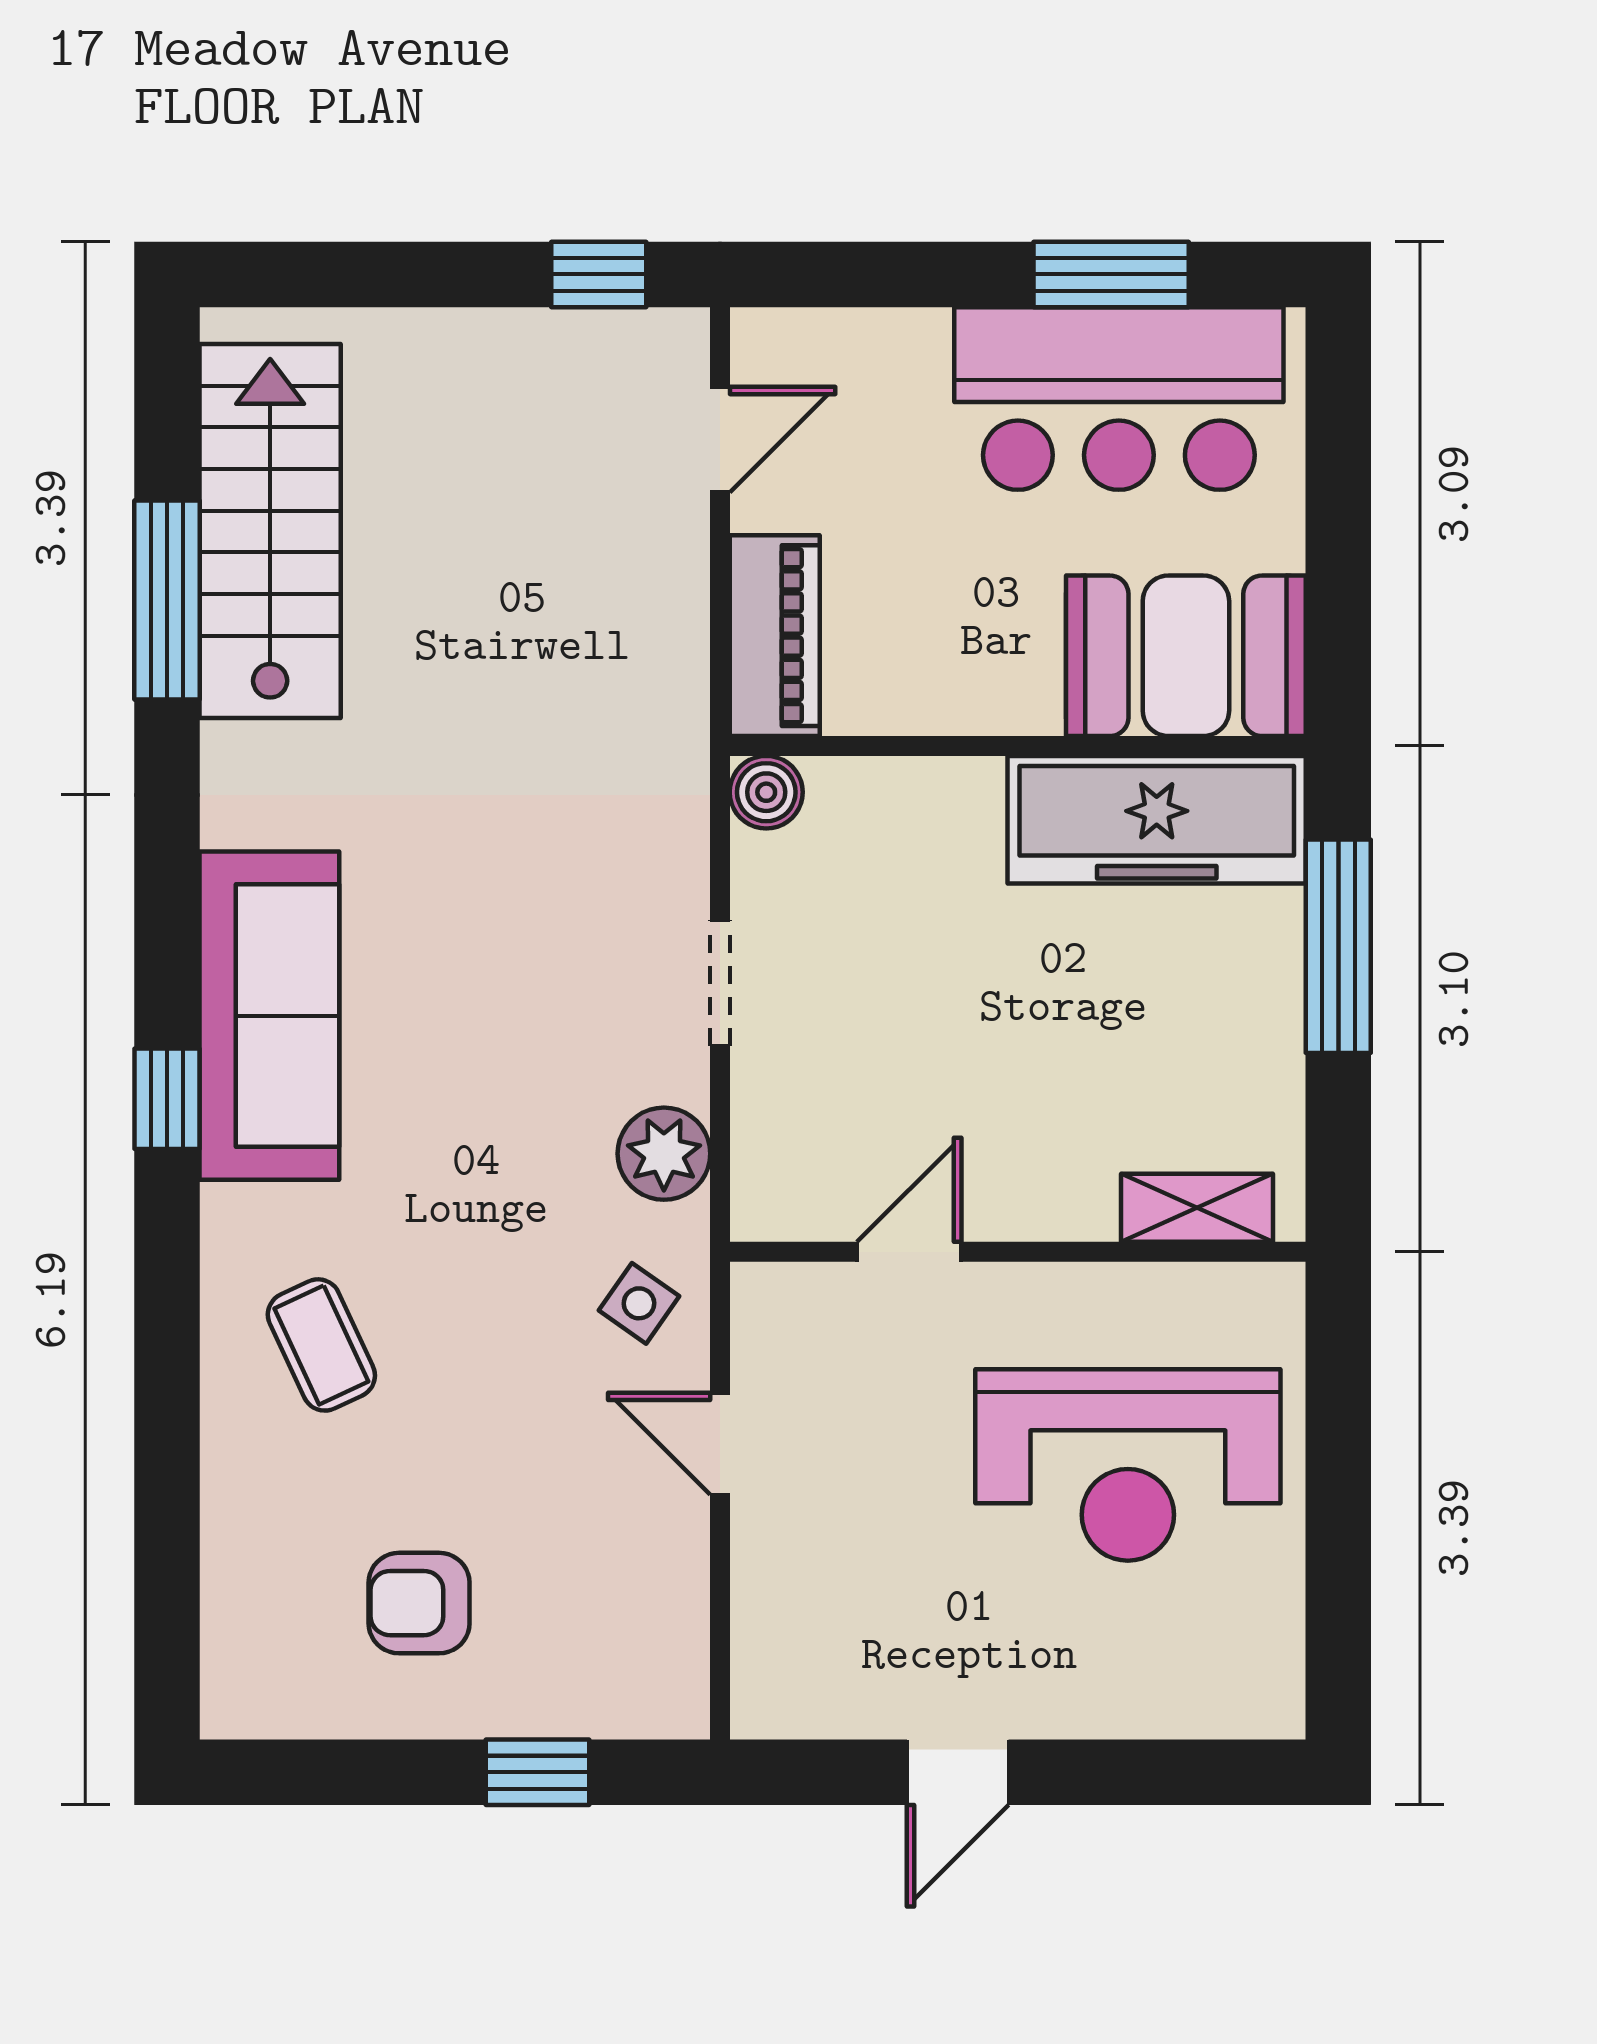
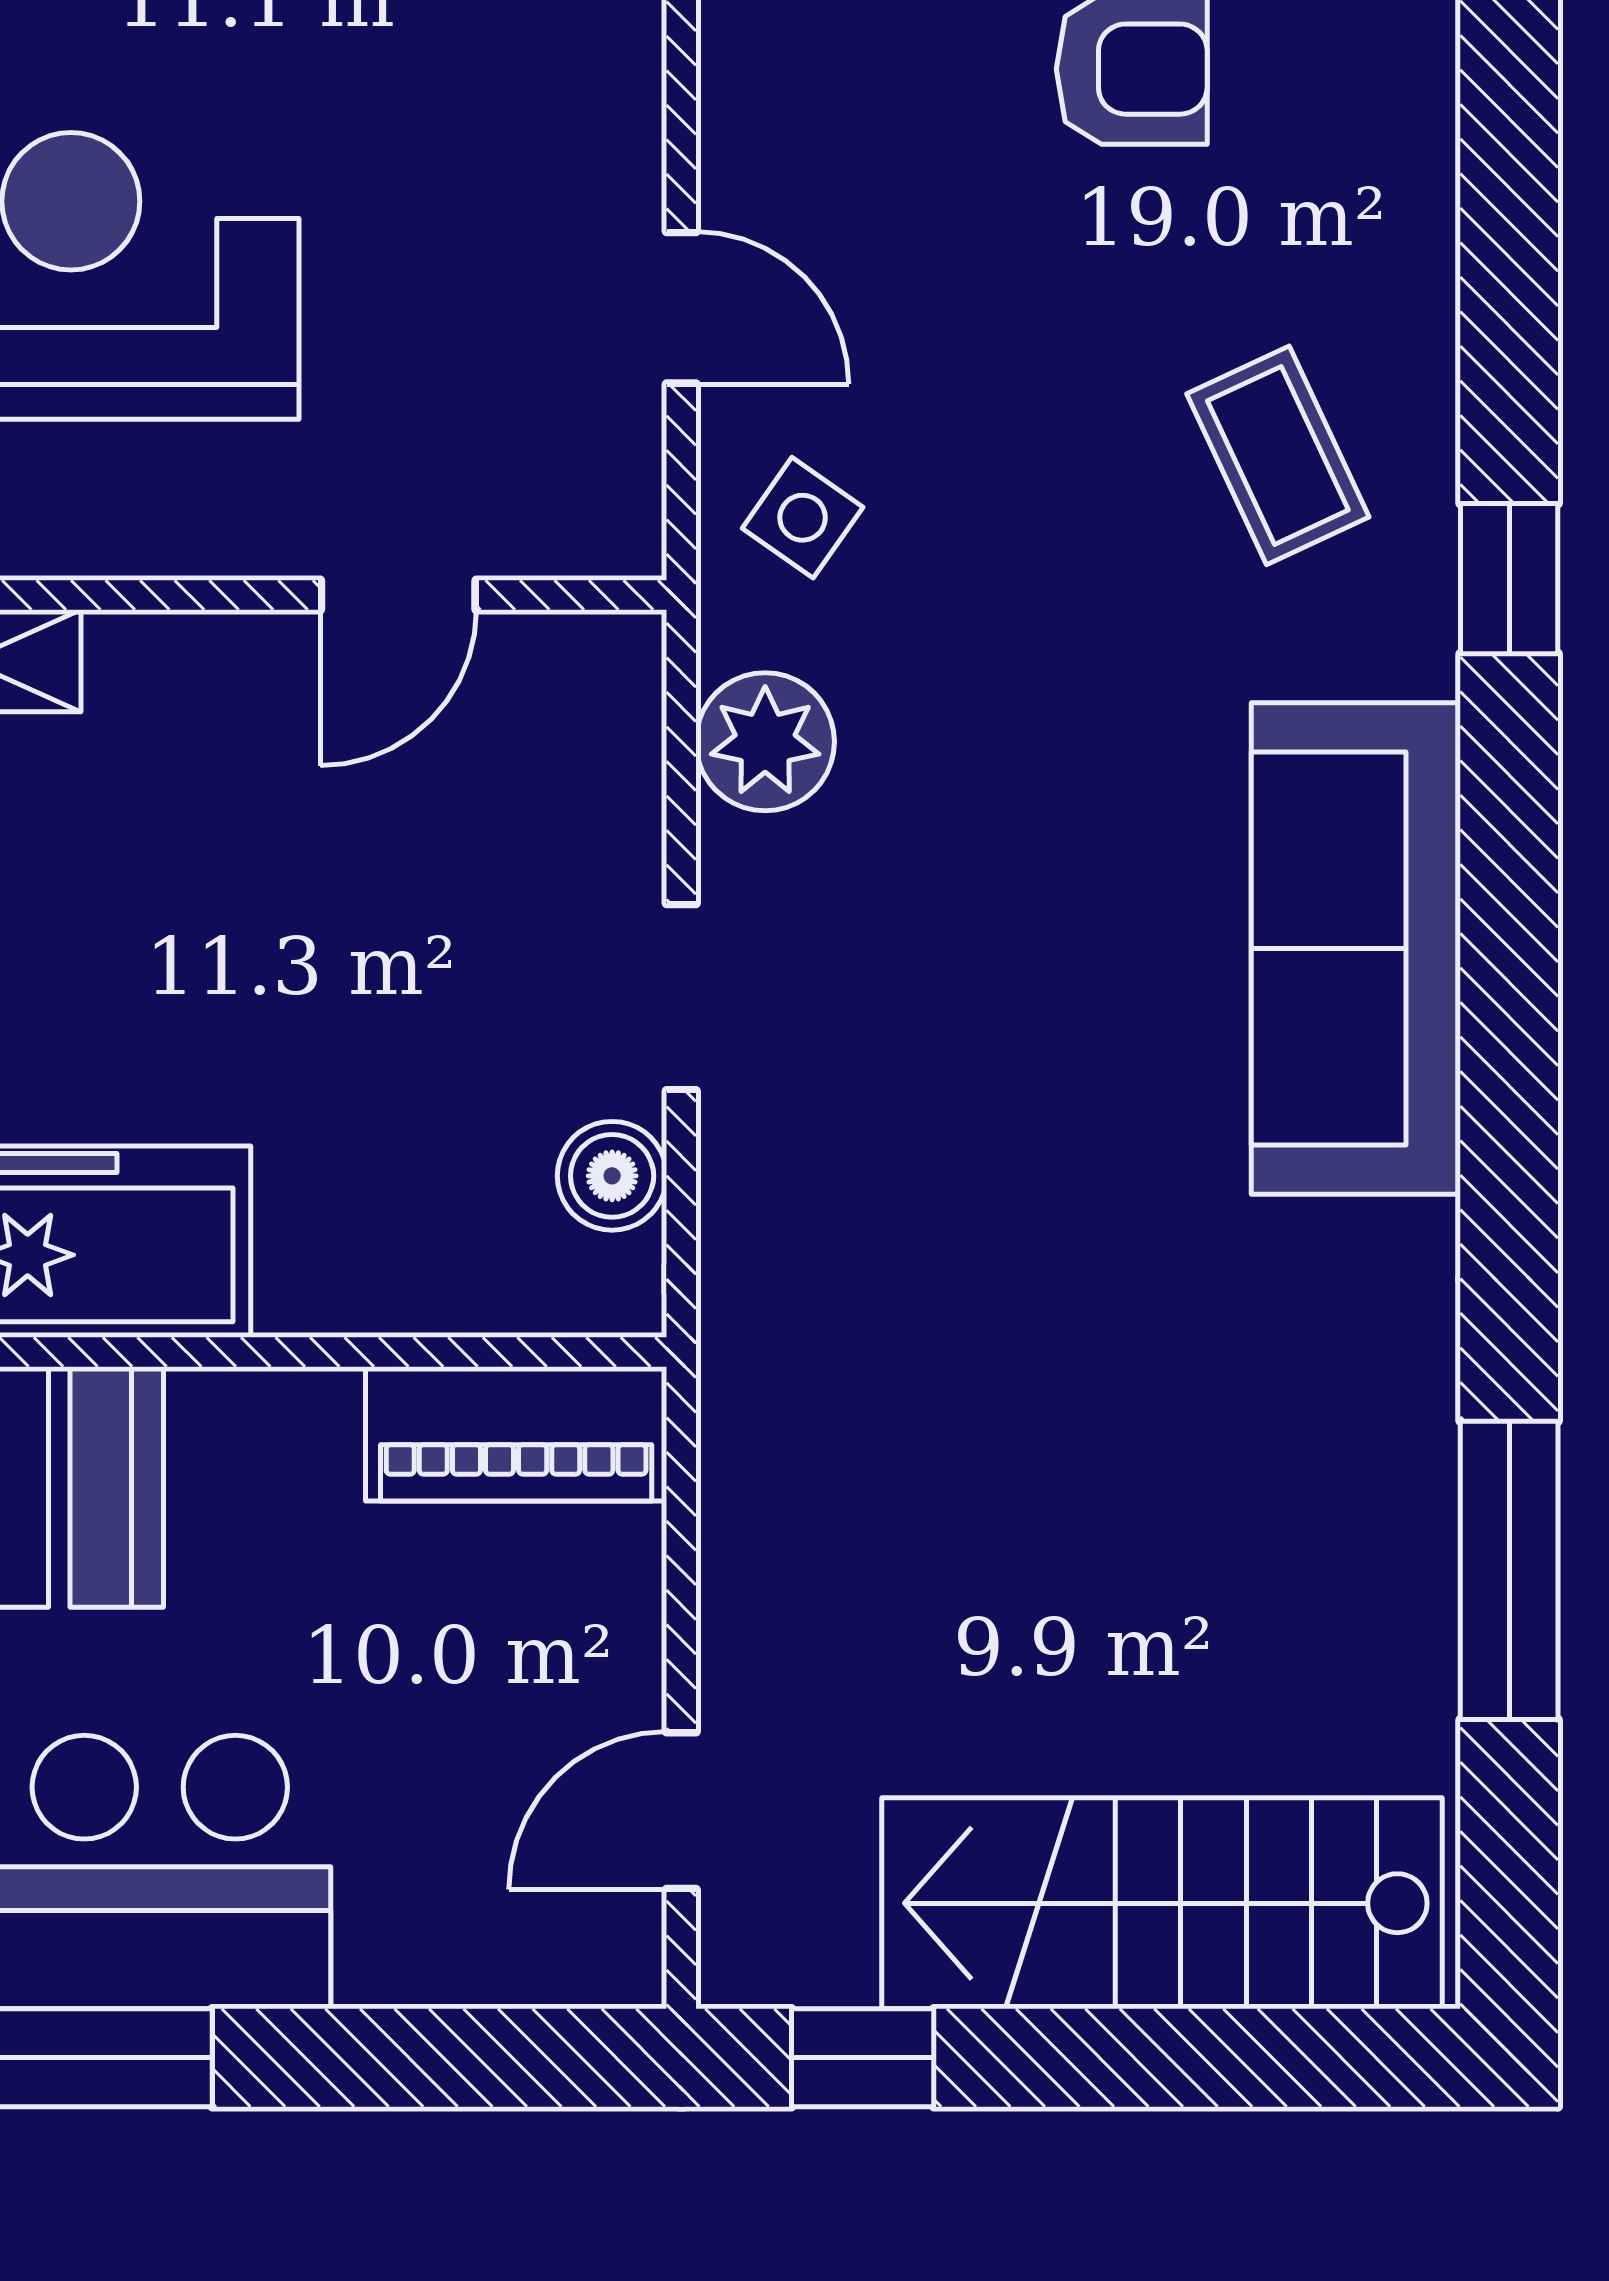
stairs: (270, 531) -> (1162, 1903), moved, turned 90
piano: (775, 636) -> (516, 1434), moved, turned -90
boiler: (766, 792) -> (612, 1176), moved
window: (167, 1099) -> (1509, 579), moved

